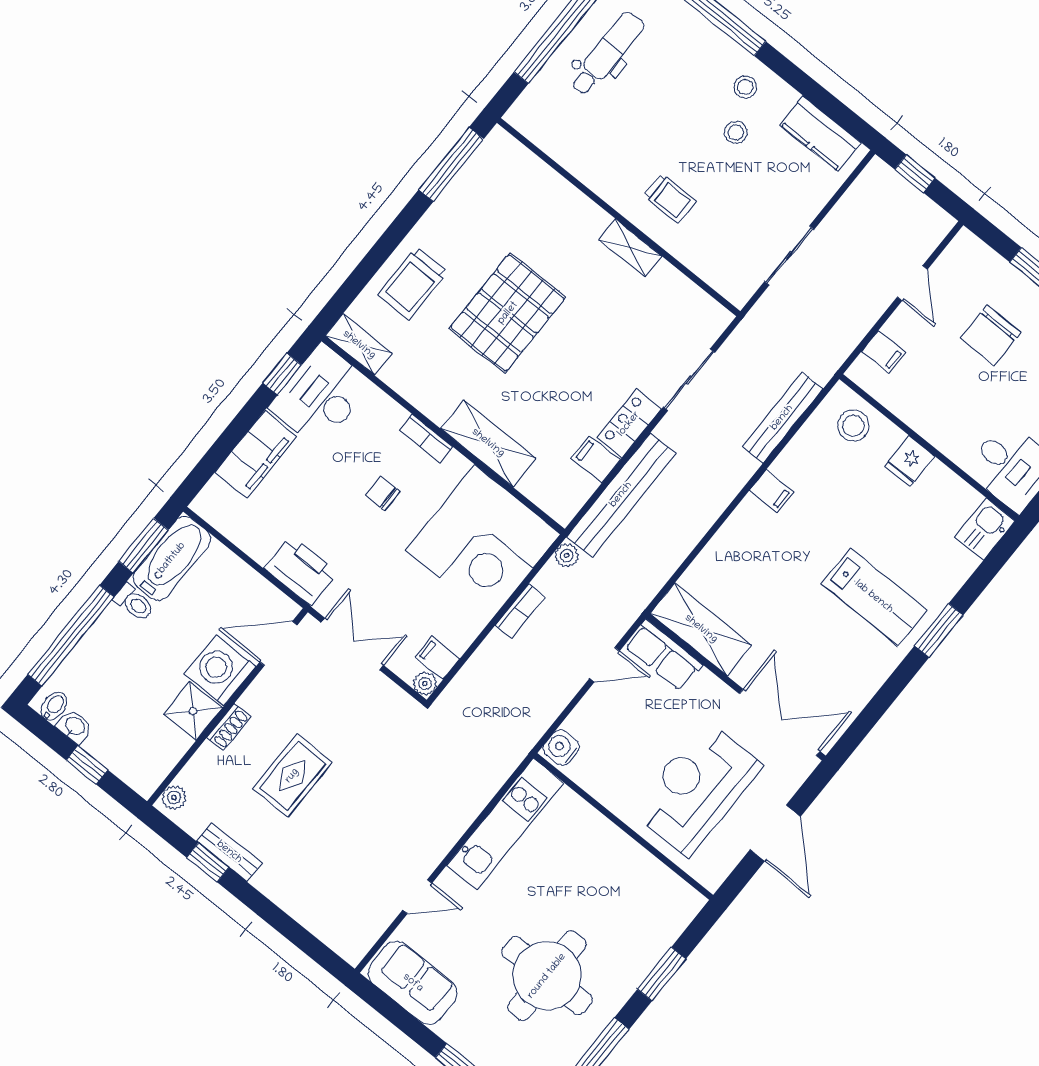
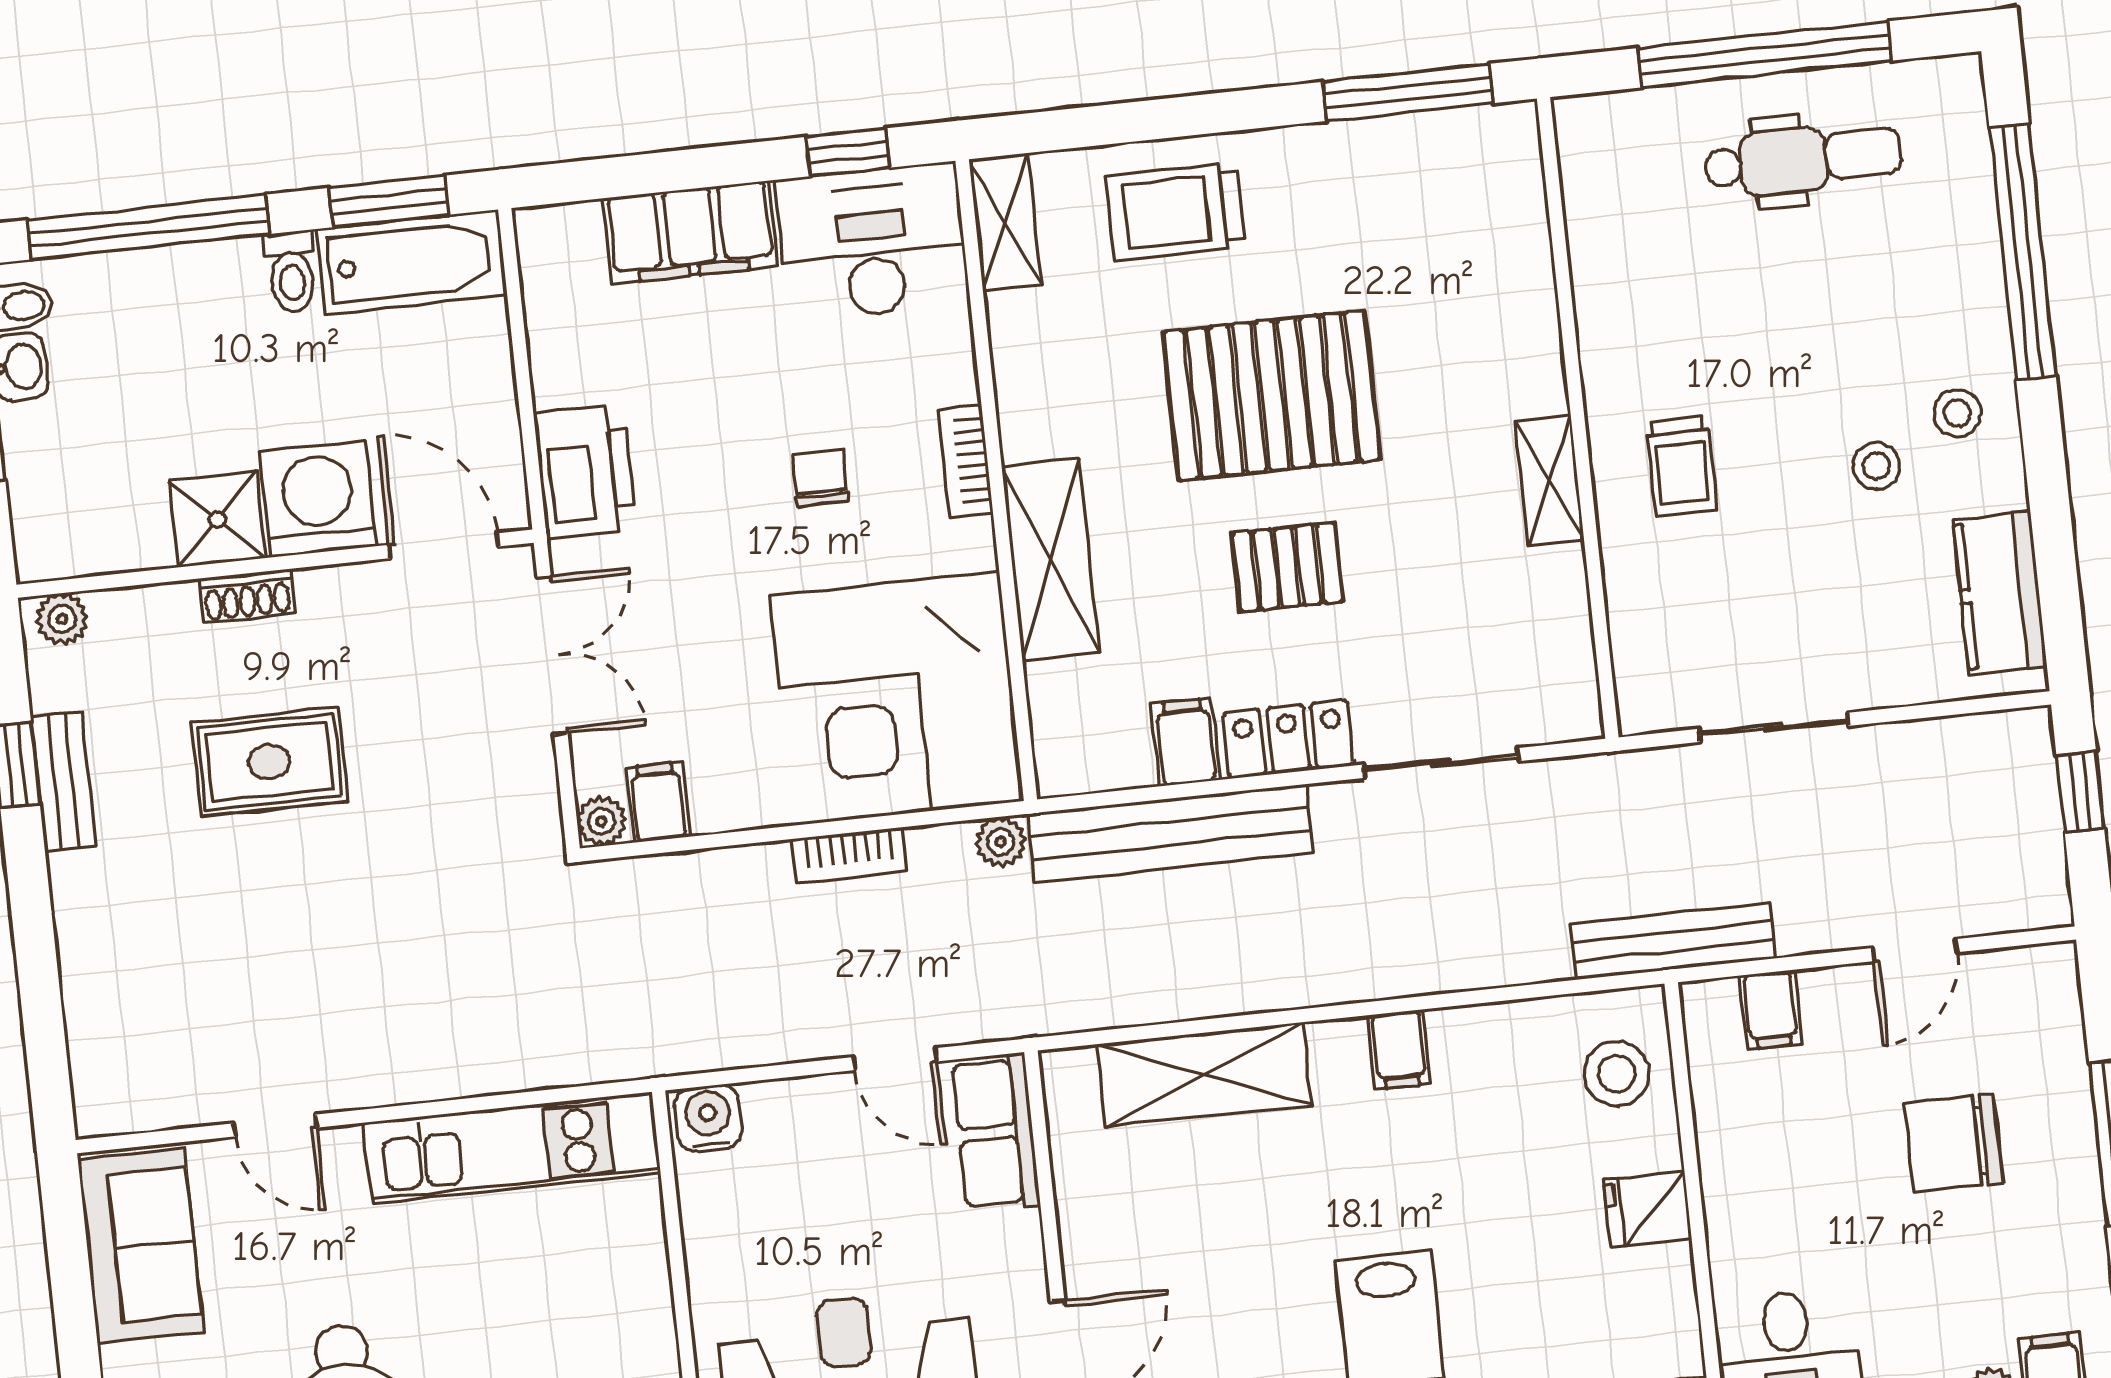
pallet: (571, 366) -> (1287, 567), added
bench: (782, 418) -> (1673, 941), moved
shelving: (701, 629) -> (1204, 1074), moved, turned 90

